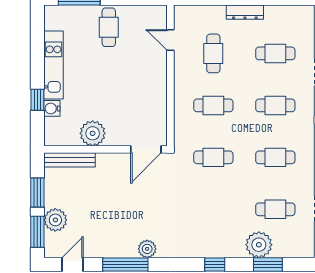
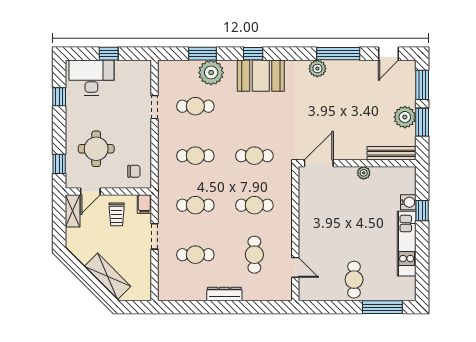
plant: (93, 133) -> (364, 173), width x0.53, depth x0.53
plant: (55, 220) -> (405, 117), moved
booth: (207, 241) -> (261, 76), added

